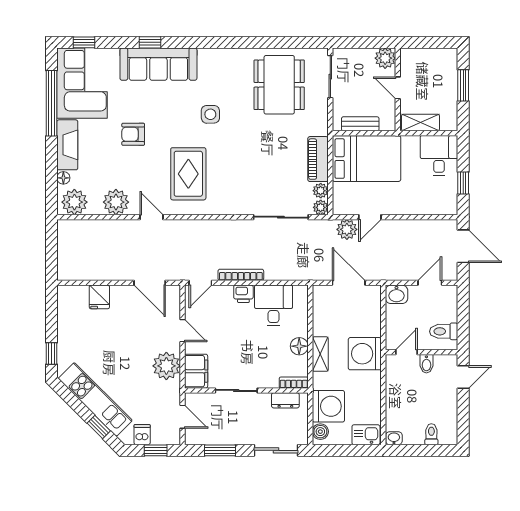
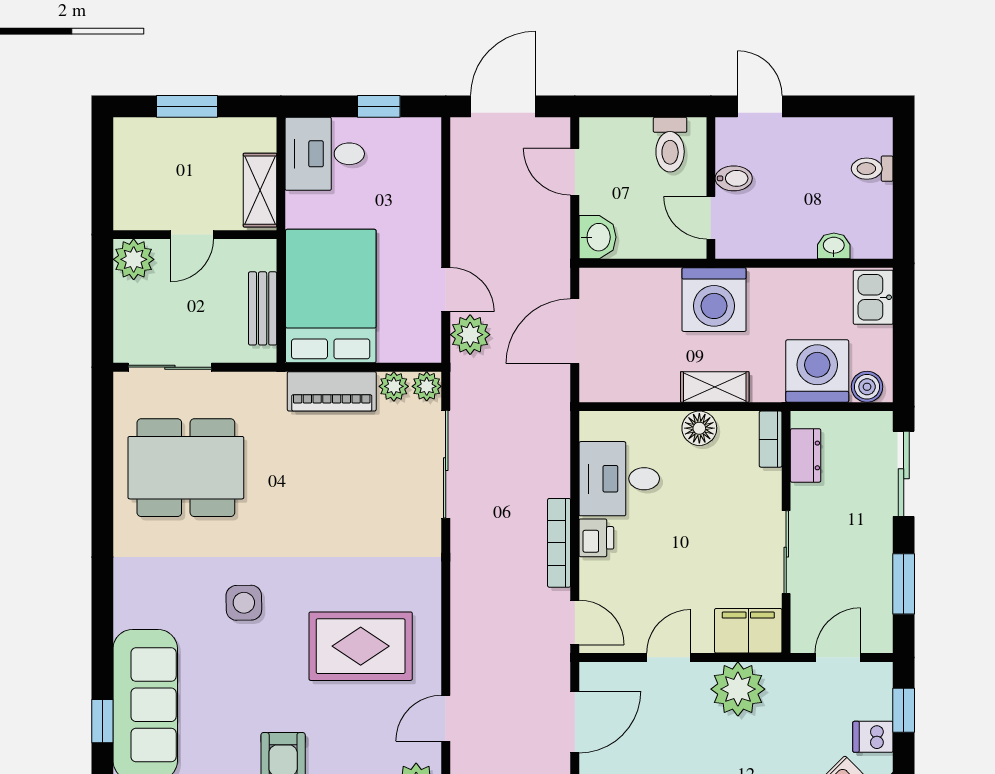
washbasin: (394, 438) -> (834, 246), moved, turned 90

